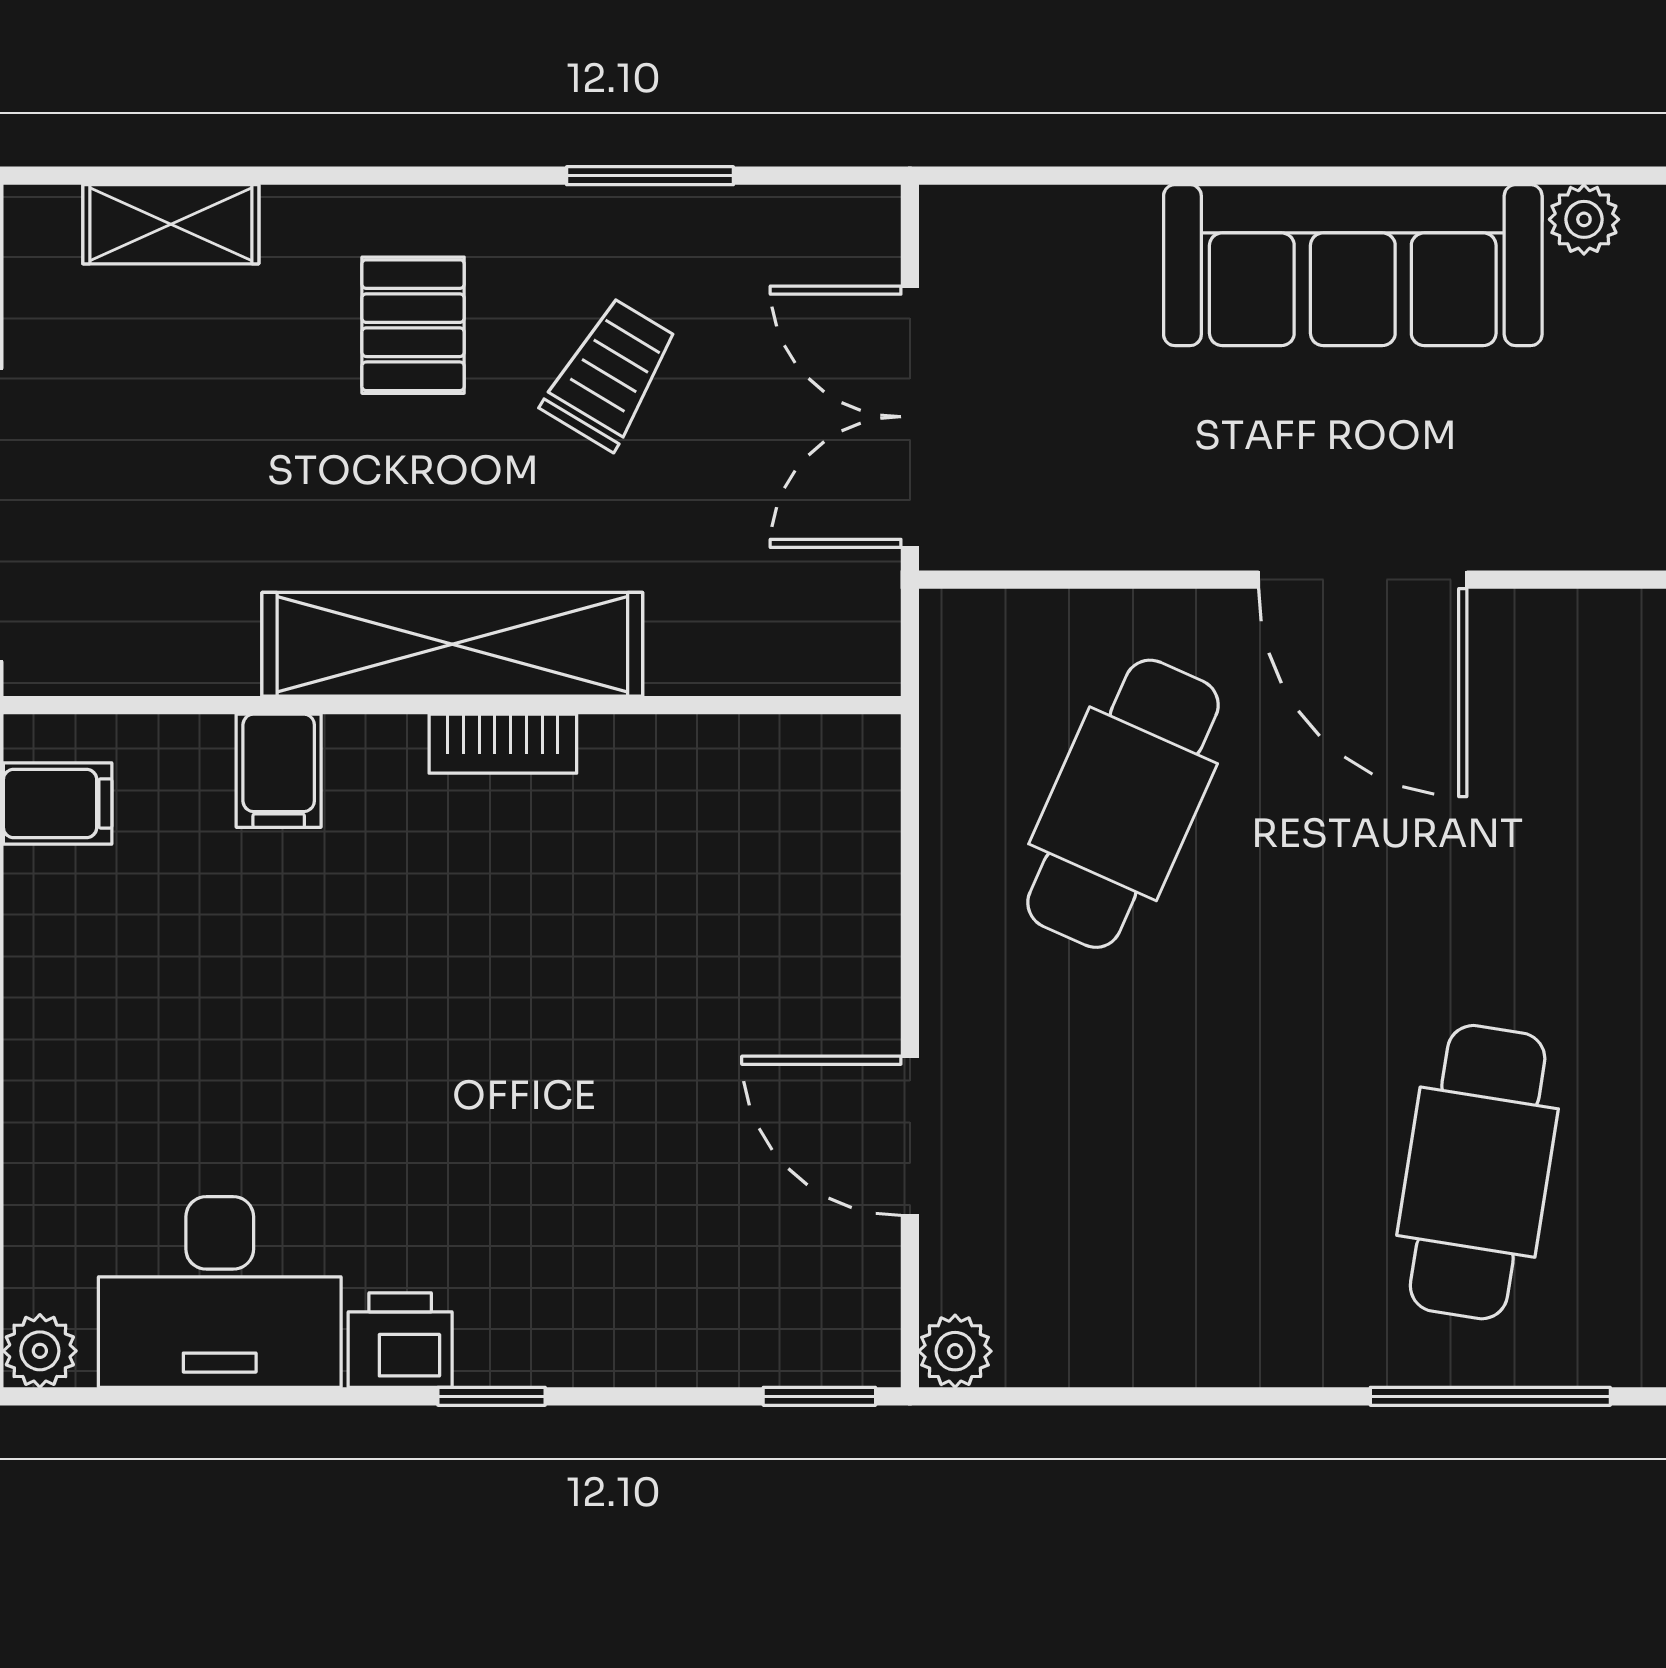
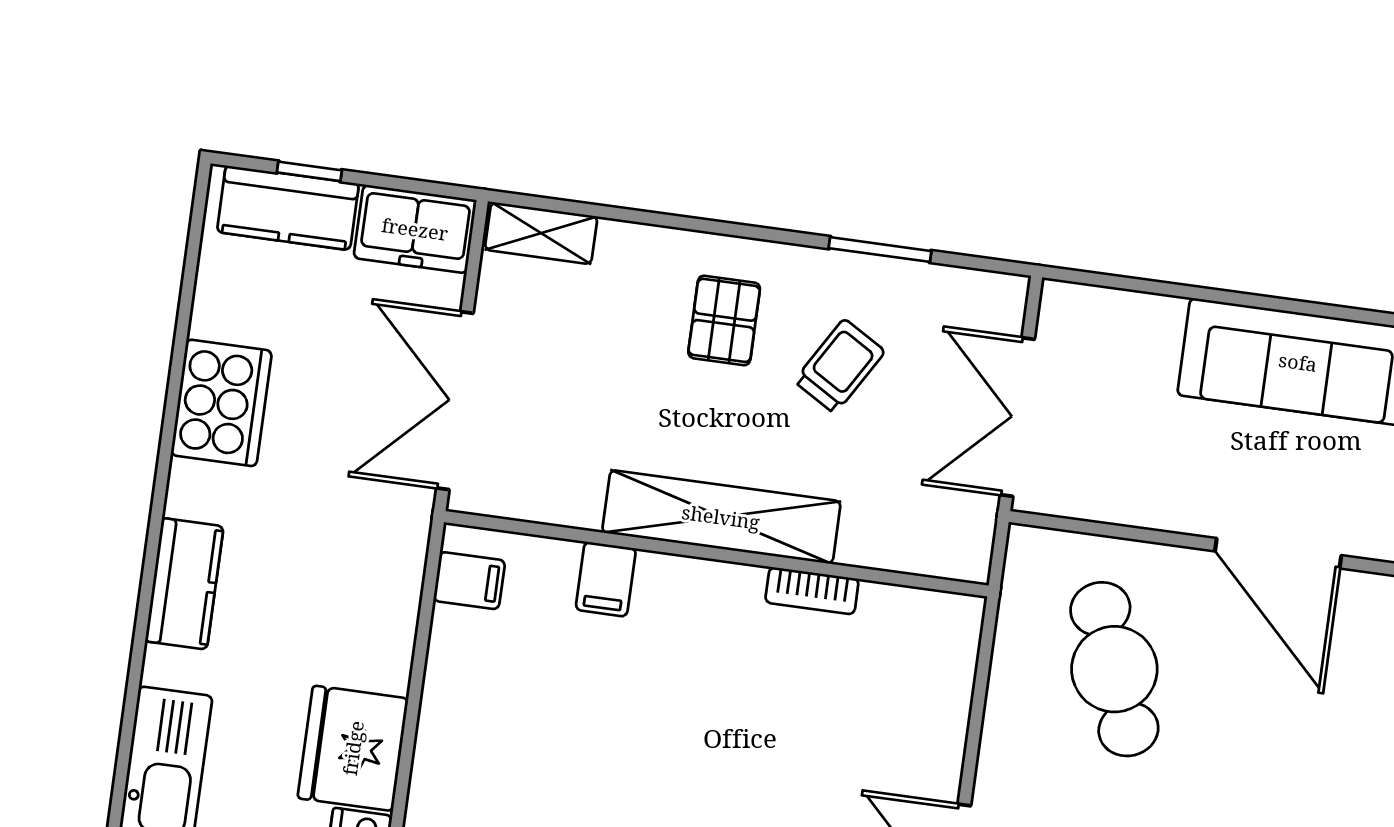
shelving: (171, 224) -> (541, 233), moved
bookcase: (503, 744) -> (812, 591), moved
cafe table: (1123, 804) -> (1114, 669), turned -45

